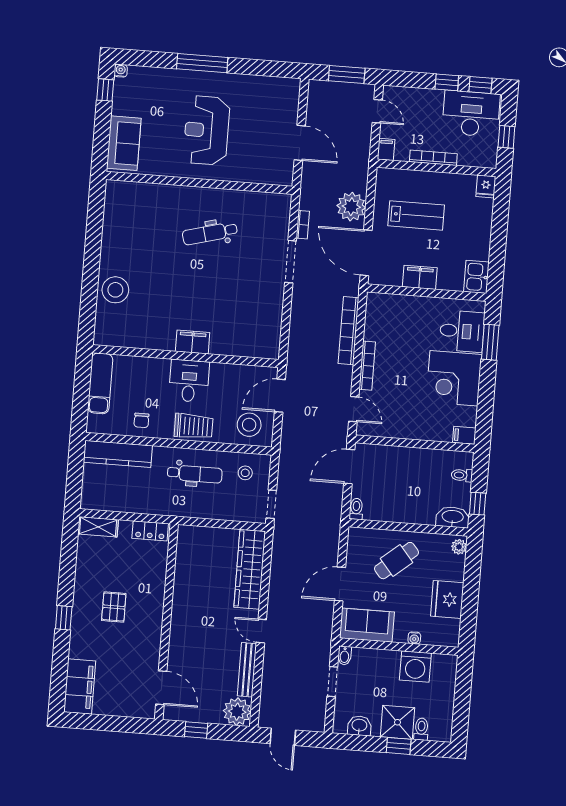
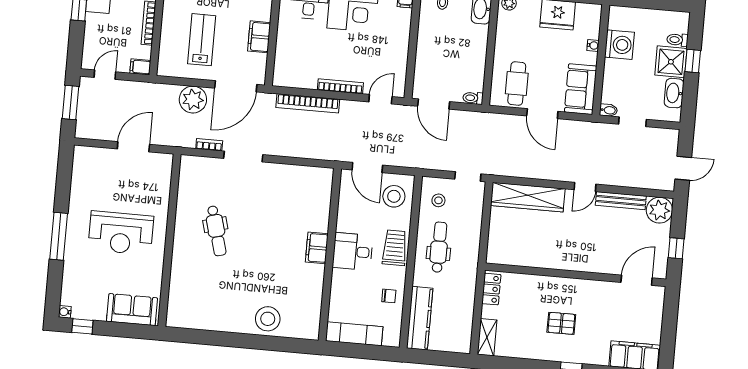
cafe table: (397, 561) -> (517, 84), moved, turned 40
washbasin: (359, 726) -> (674, 93), width x1.38

